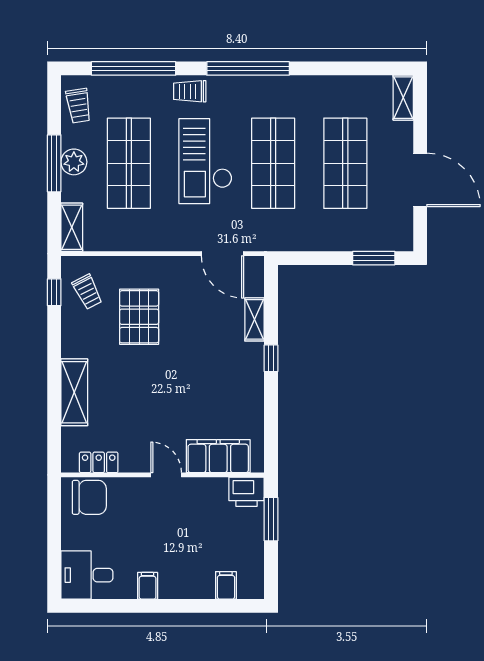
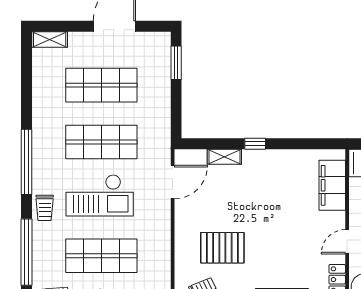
door: (166, 475) -> (347, 242), moved

